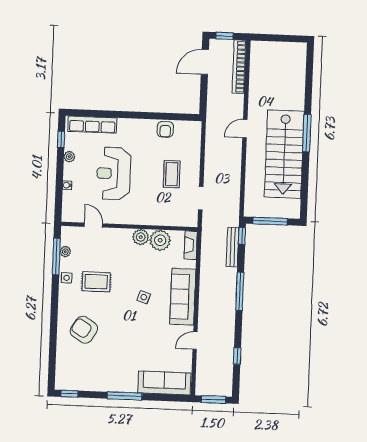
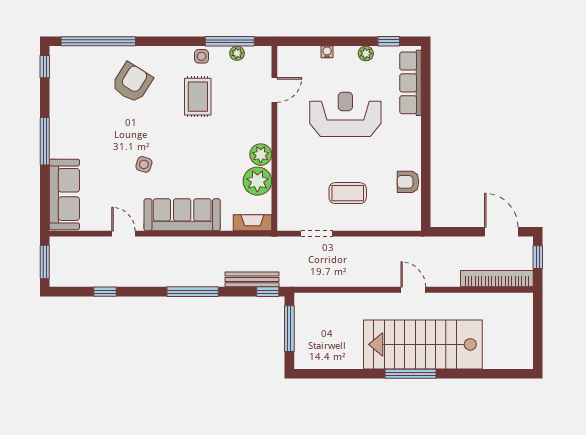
stairs: (284, 154) -> (423, 344), moved
side table: (144, 297) -> (144, 164), moved
window: (52, 353) -> (98, 41), added

